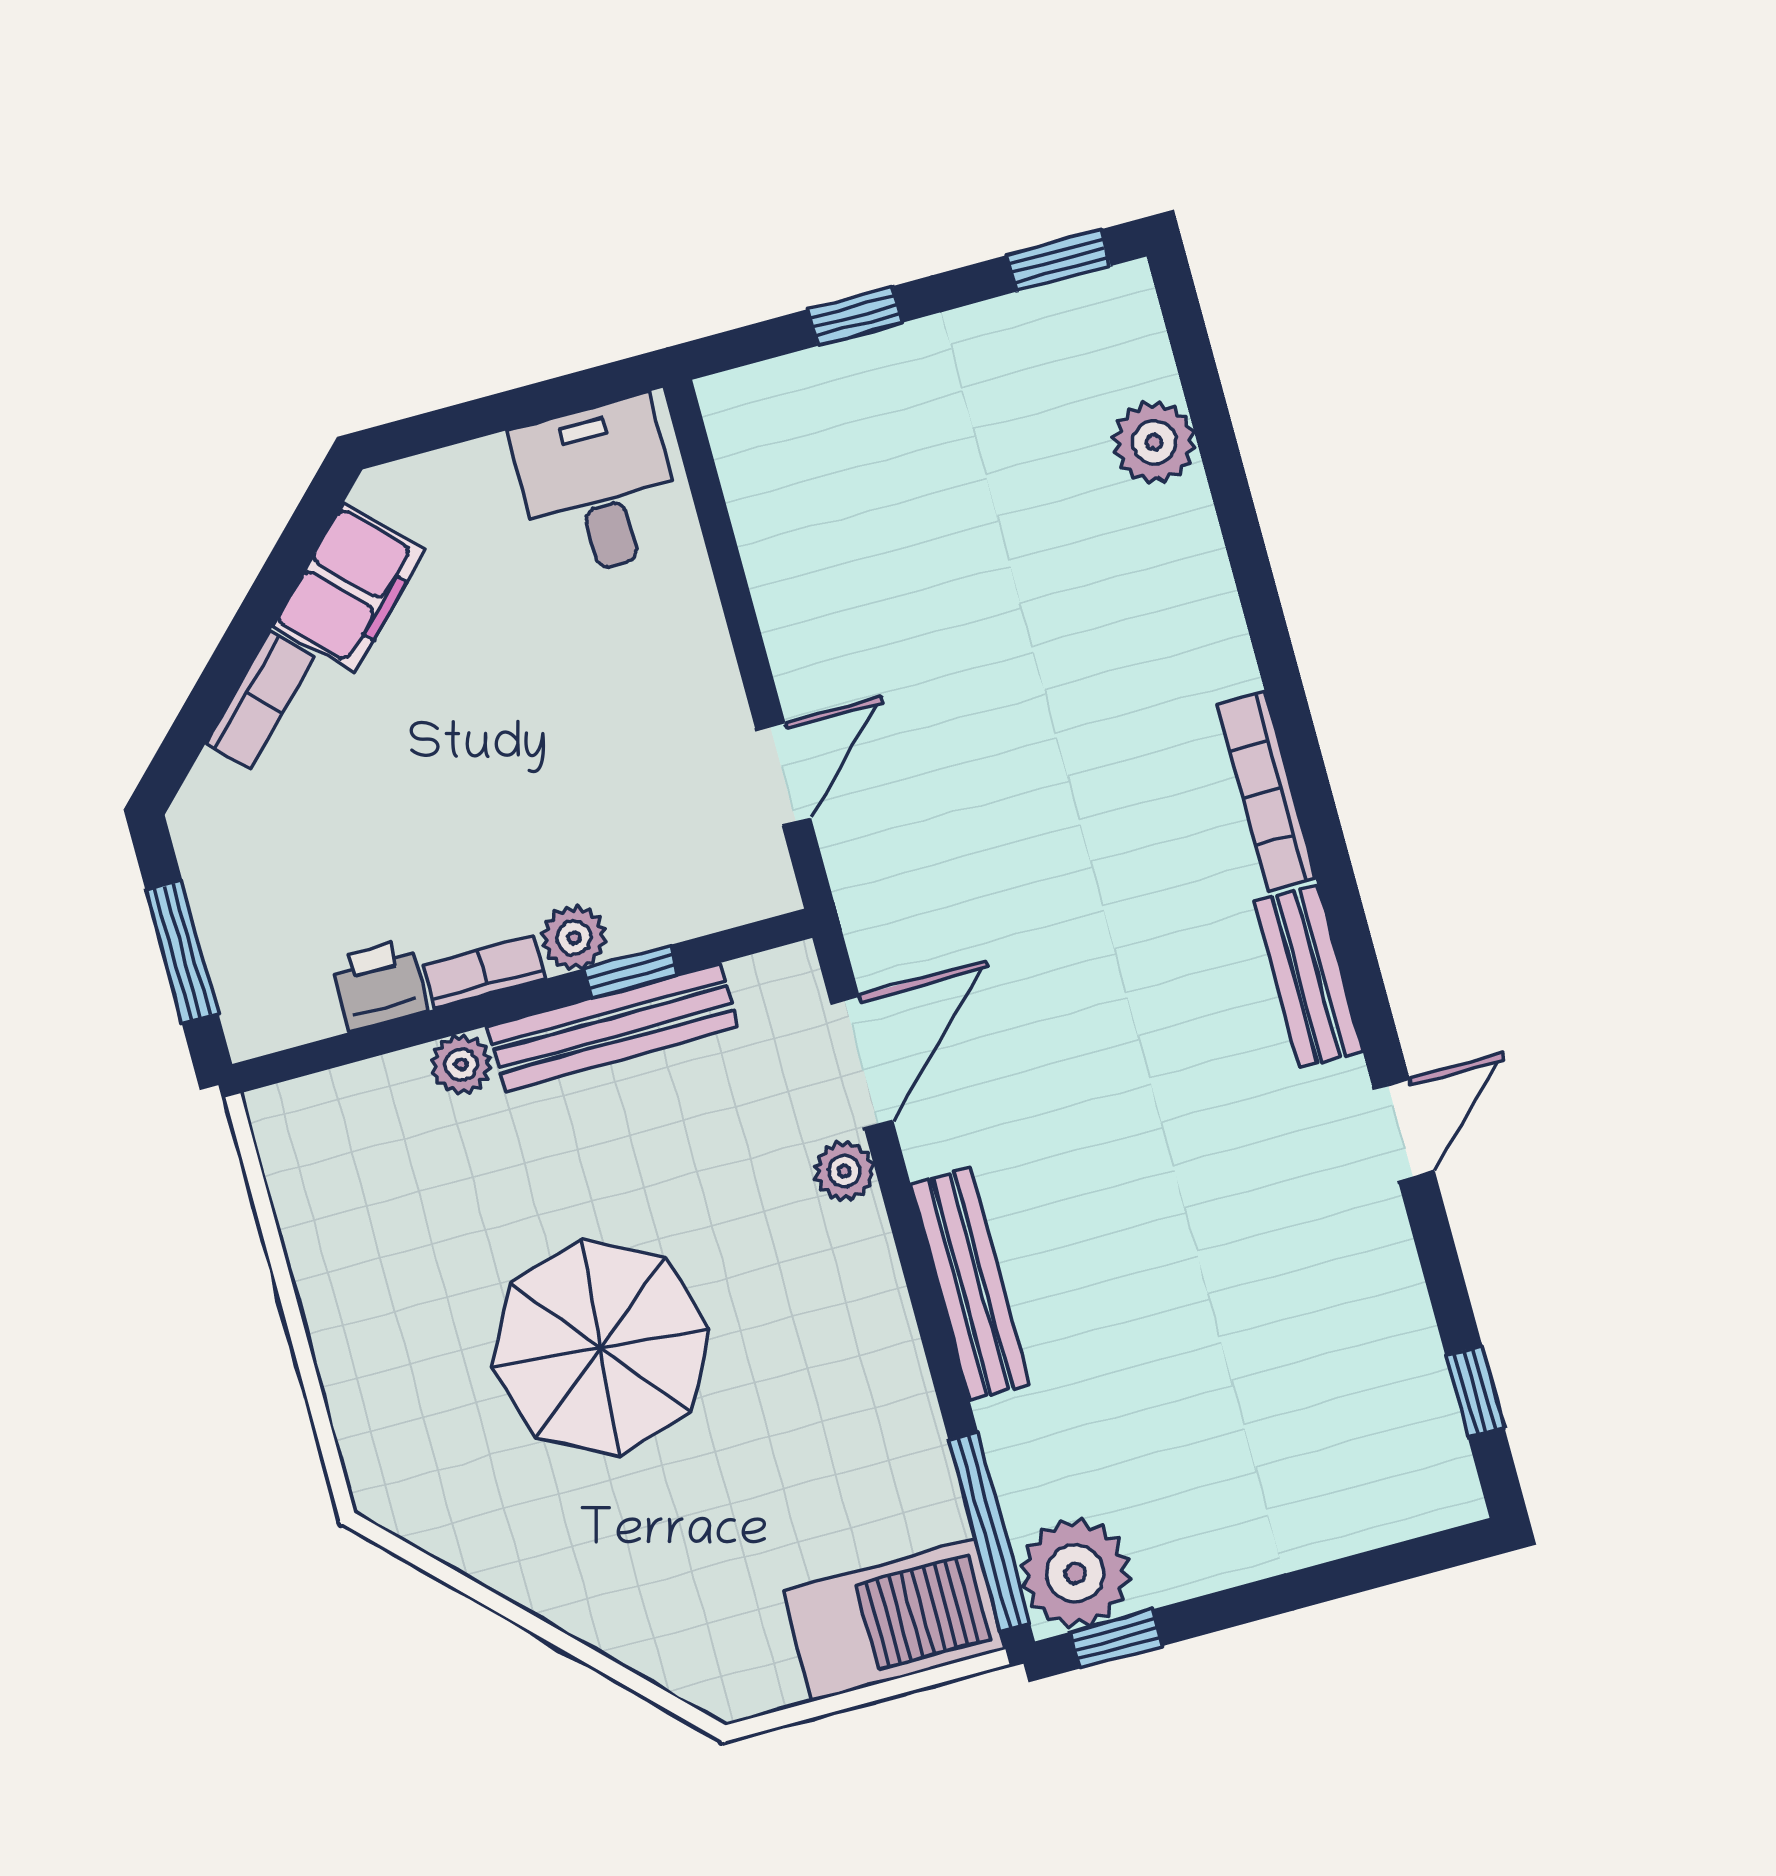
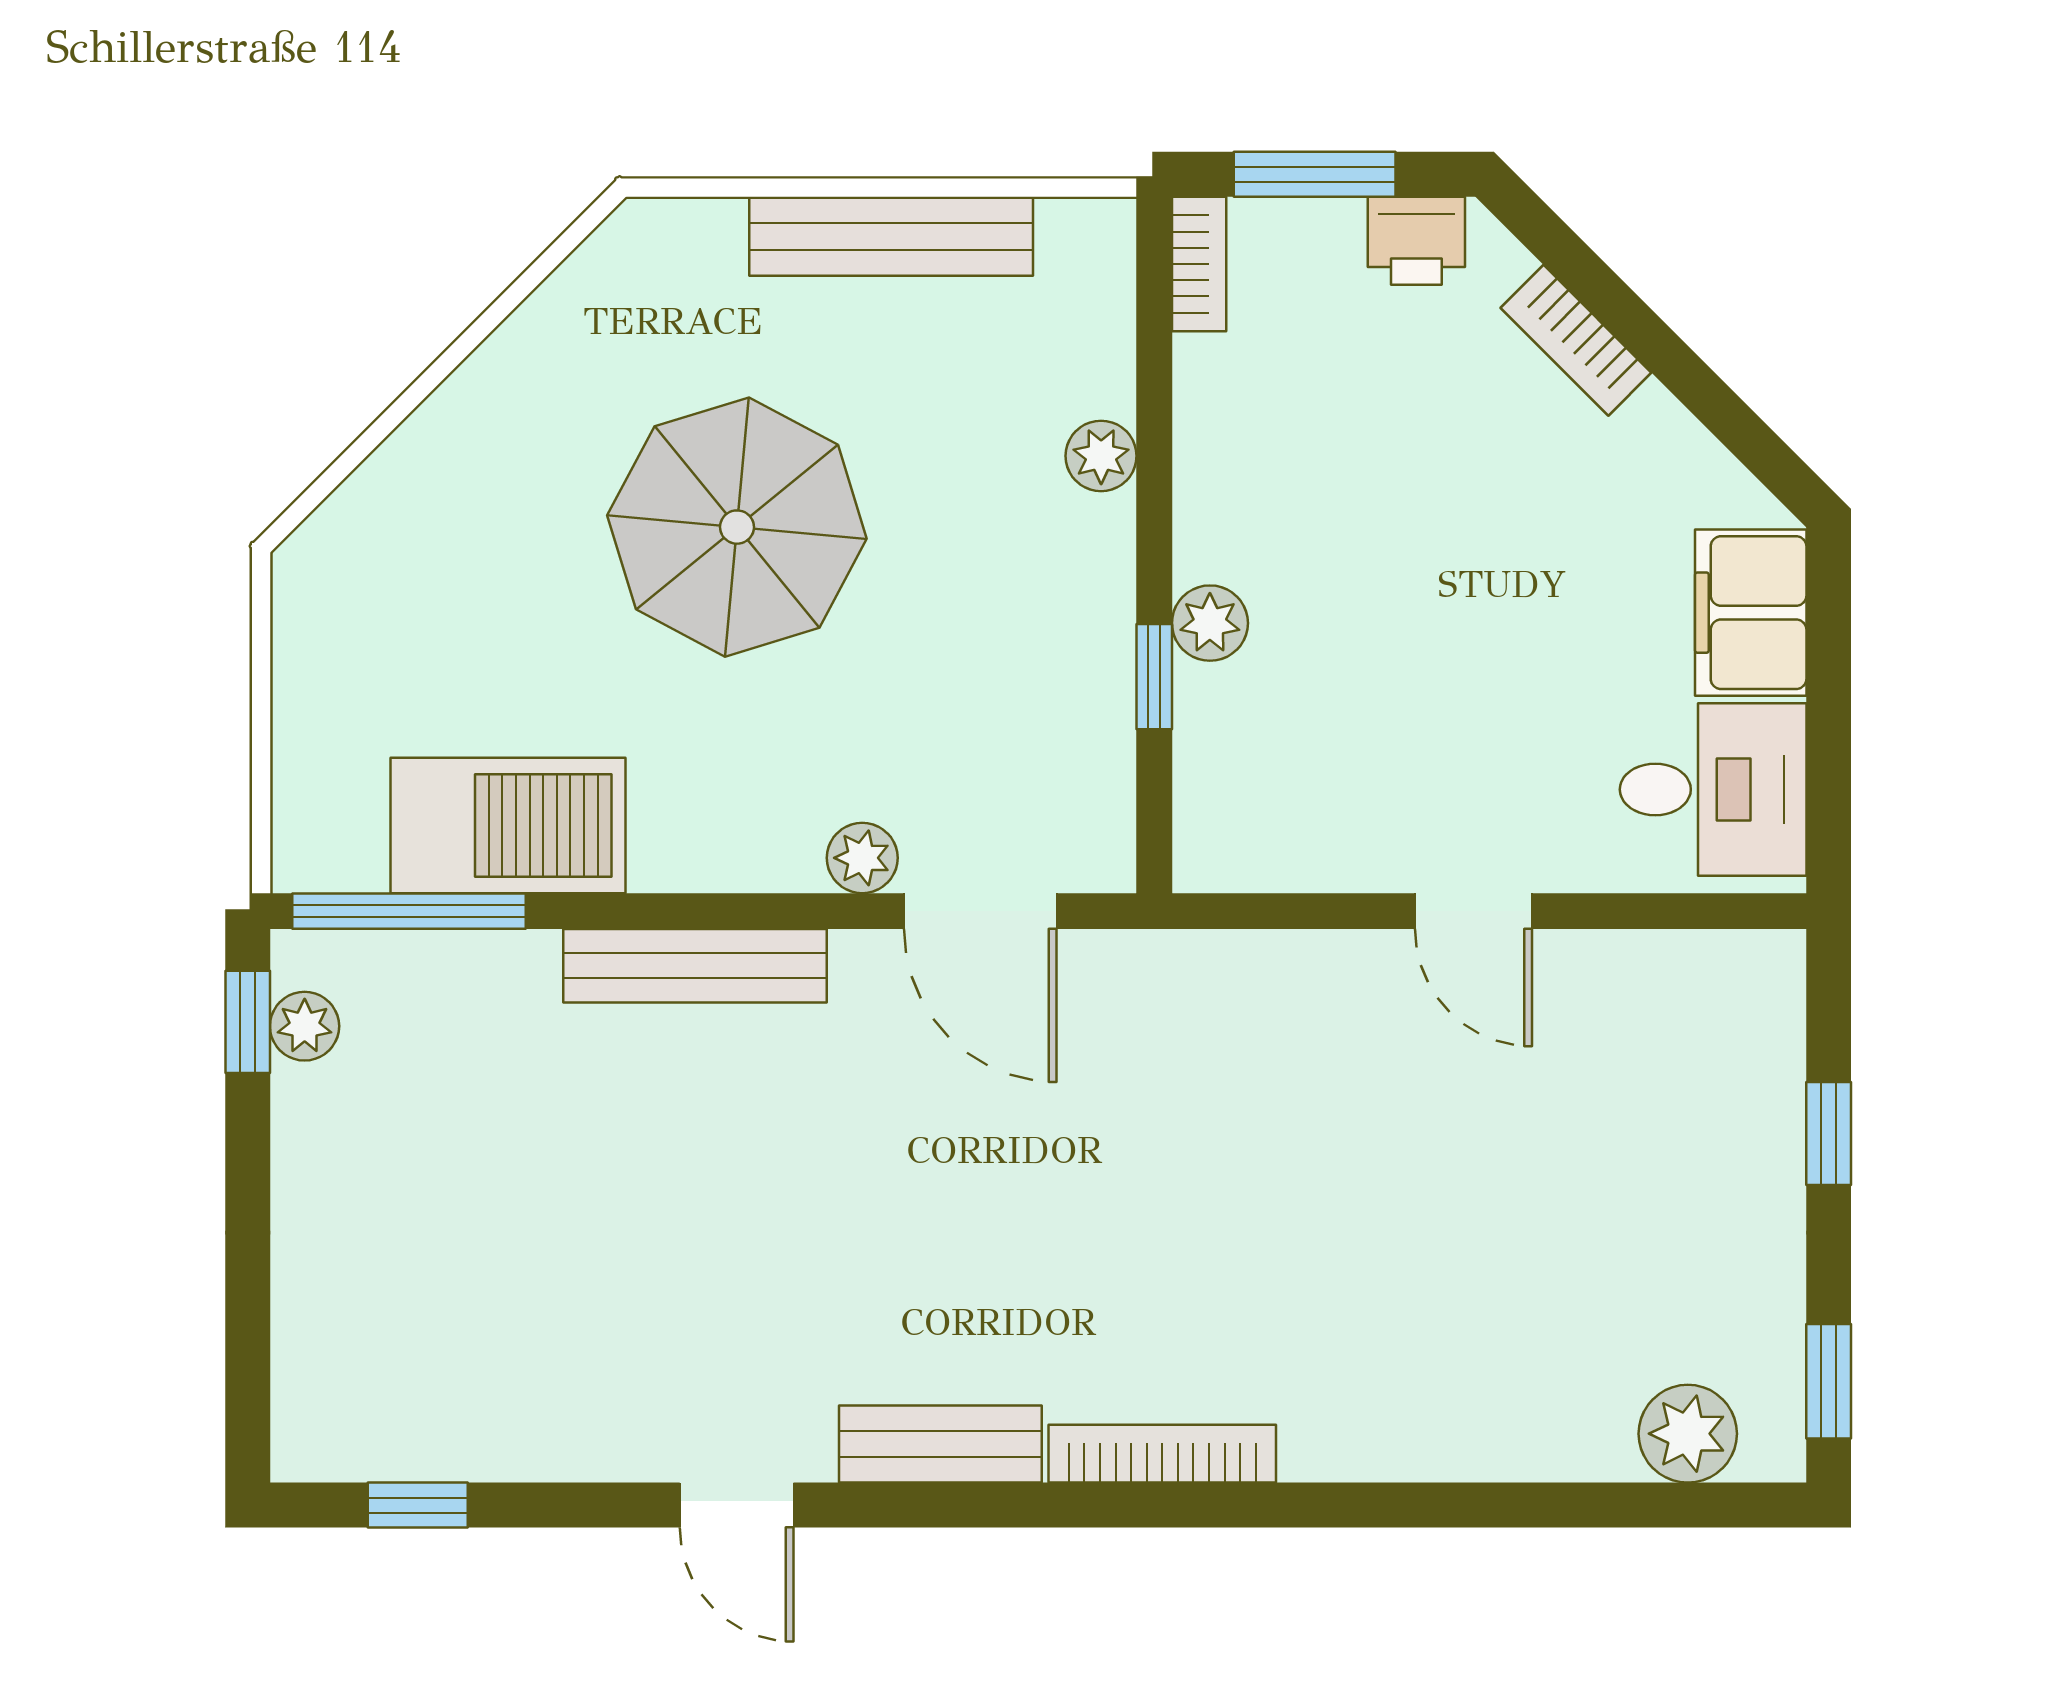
plant: (1154, 442) -> (1688, 1434), moved
filing cabinet: (349, 588) -> (1751, 613), moved, turned 45
door: (783, 774) -> (1474, 911), moved
bookcase: (484, 972) -> (1199, 264), moved
printer: (379, 985) -> (1416, 241), moved, turned 90
bench: (613, 1027) -> (891, 236), moved, turned 90
plant: (1075, 1573) -> (305, 1026), width x0.53, depth x0.53
barbecue: (894, 1620) -> (508, 825), moved, turned -90

